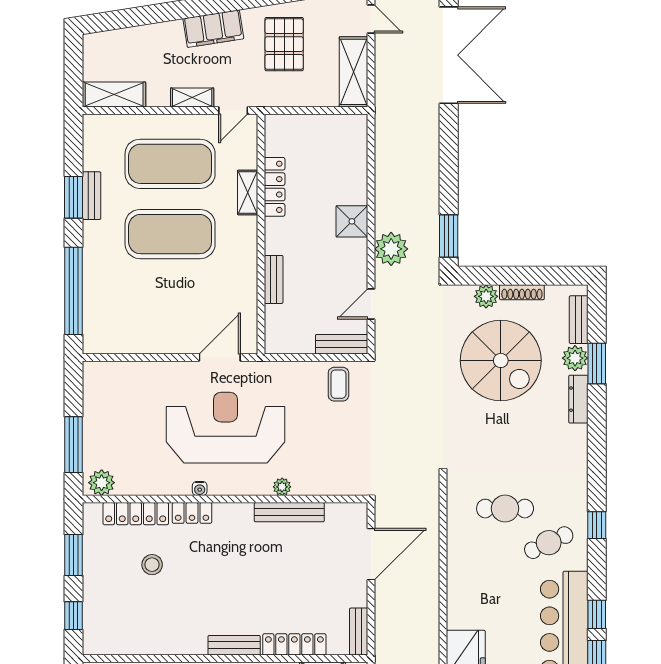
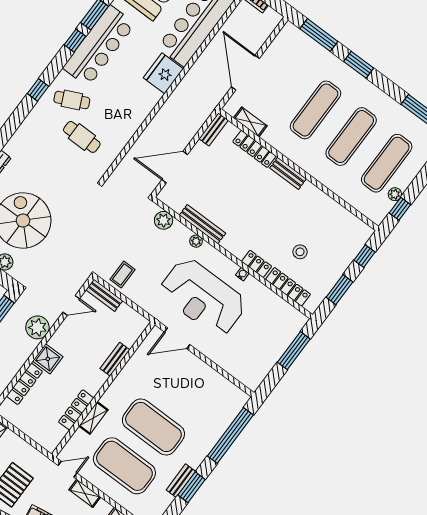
locker: (357, 172) -> (24, 384), added
plant: (102, 483) -> (164, 220), moved

